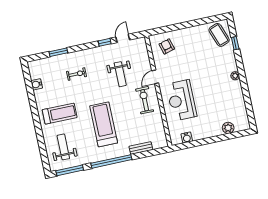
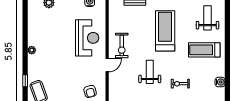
weight bench: (120, 74) -> (150, 72), moved
treadmill: (104, 124) -> (165, 31), turned 180
weight bench: (63, 147) -> (207, 18), turned 180

